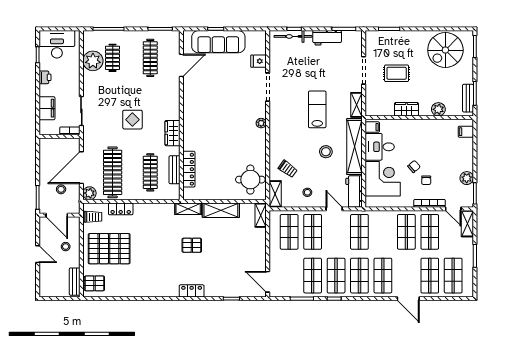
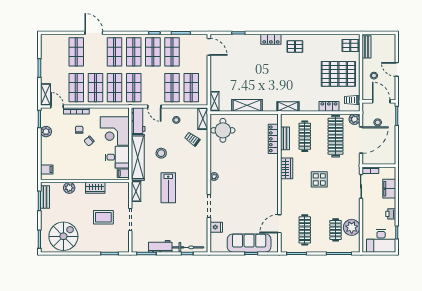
shelving: (188, 209) -> (288, 106), moved
pallet: (192, 245) -> (295, 46), moved
shop shelf: (453, 276) -> (115, 88), moved

